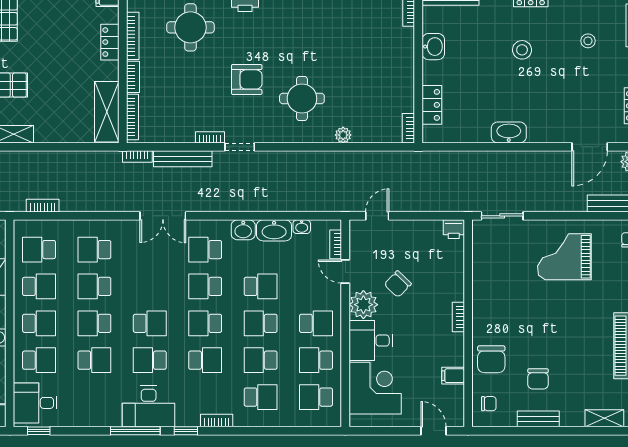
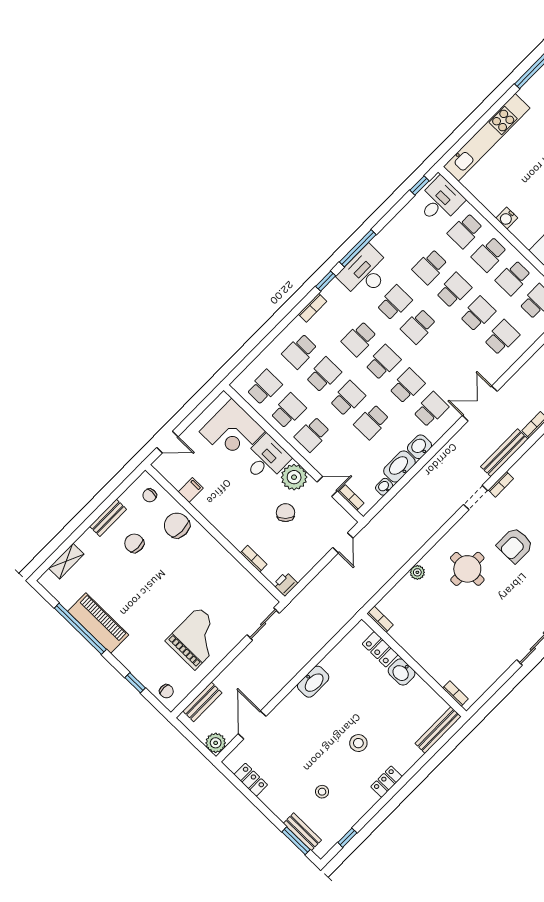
washbasin: (433, 47) -> (402, 672), moved
bookcase: (458, 317) -> (254, 559), moved

